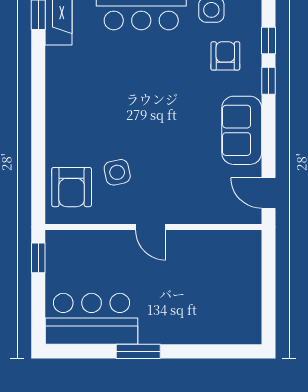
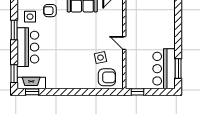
door: (151, 227) -> (124, 43), swing flipped
window: (138, 351) -> (178, 69), moved

